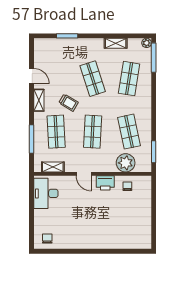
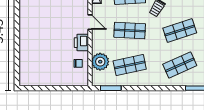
shop shelf: (129, 79) -> (180, 65), turned -33
door: (84, 174) -> (90, 22), swing flipped

